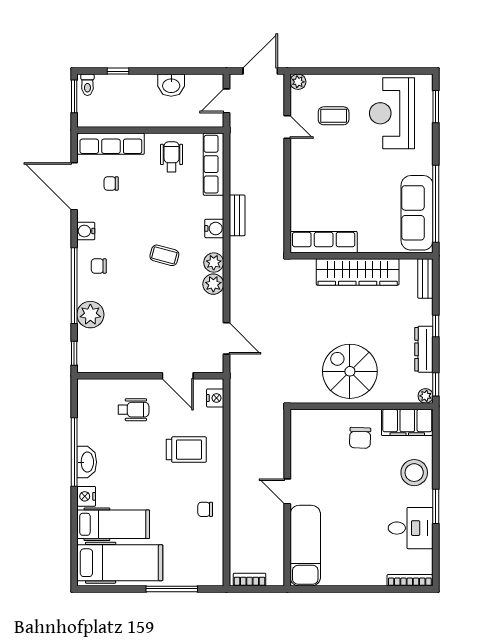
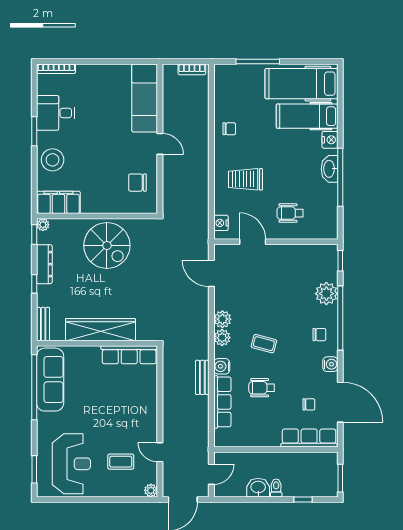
toilet: (87, 85) -> (276, 488), moved
wheelchair: (172, 157) -> (262, 388), moved, turned 90
row of seats: (213, 164) -> (222, 402), moved
chair: (360, 438) -> (137, 183), moved, turned -92

